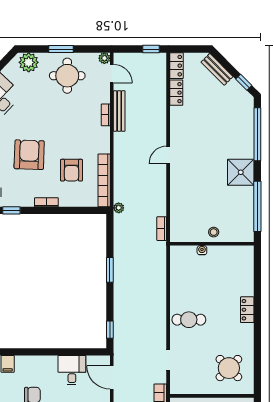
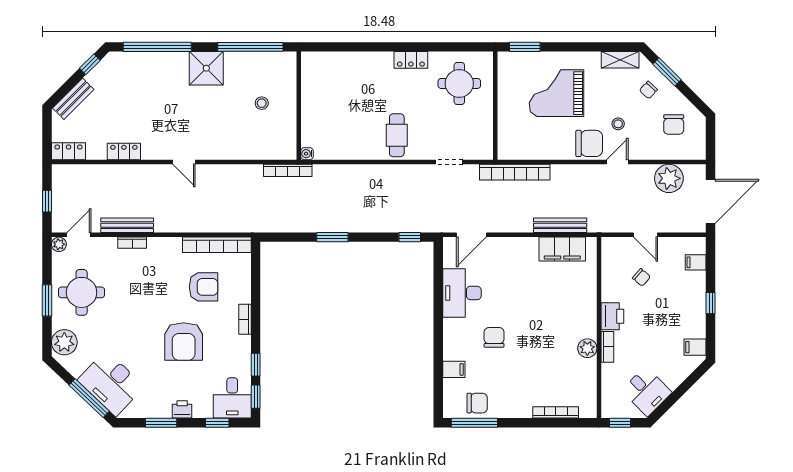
window: (151, 49) -> (47, 201), moved
locker: (176, 93) -> (124, 151), moved
armchair: (29, 155) -> (184, 342), turned -92
plant: (119, 208) -> (252, 226), removed
bookcase: (162, 229) -> (288, 170), width x1.56
stool: (214, 232) -> (262, 103), moved
water cooler: (202, 250) -> (307, 154), moved
locker: (247, 310) -> (411, 60), moved
round table: (229, 368) -> (459, 83), turned 45
desk: (72, 370) -> (462, 293), width x1.37

